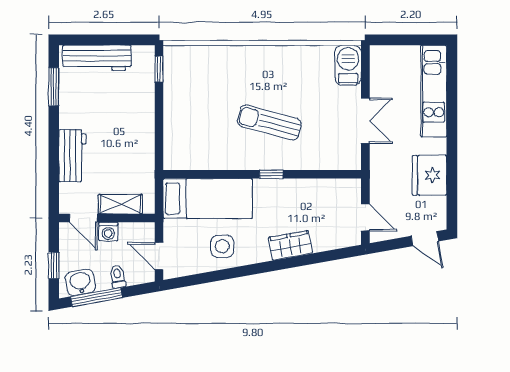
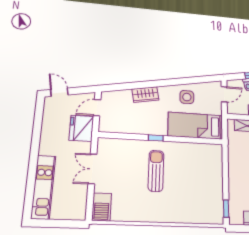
sun lounger: (269, 123) -> (156, 171), turned -105
fridge: (430, 175) -> (81, 128), moved, turned 180
door: (365, 218) -> (97, 108), hinge flipped
door: (159, 256) -> (224, 94), hinge flipped

